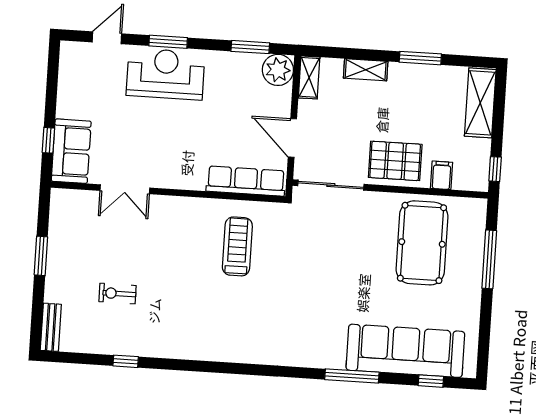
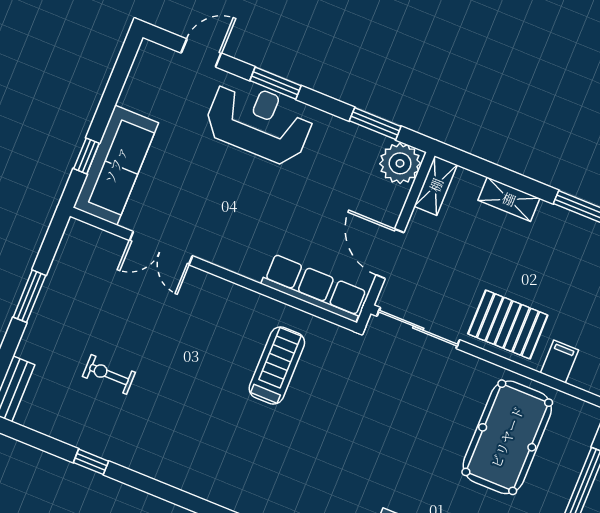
sofa: (71, 151) -> (116, 165), width x1.36

